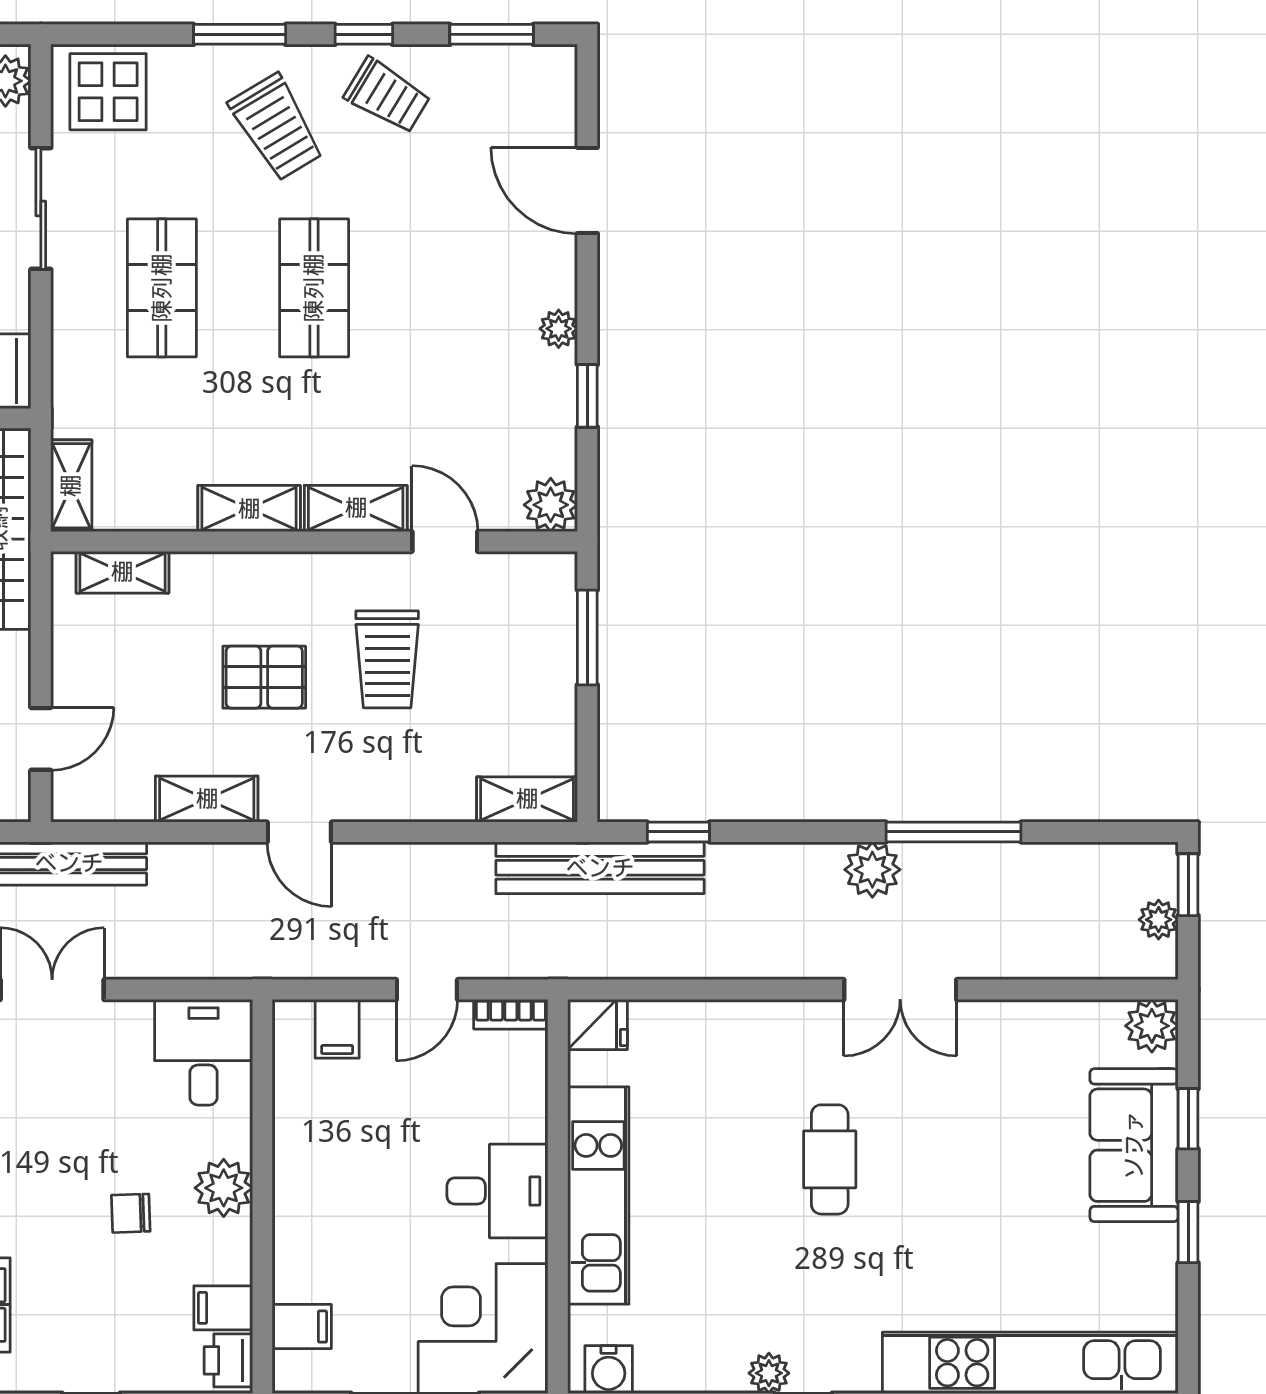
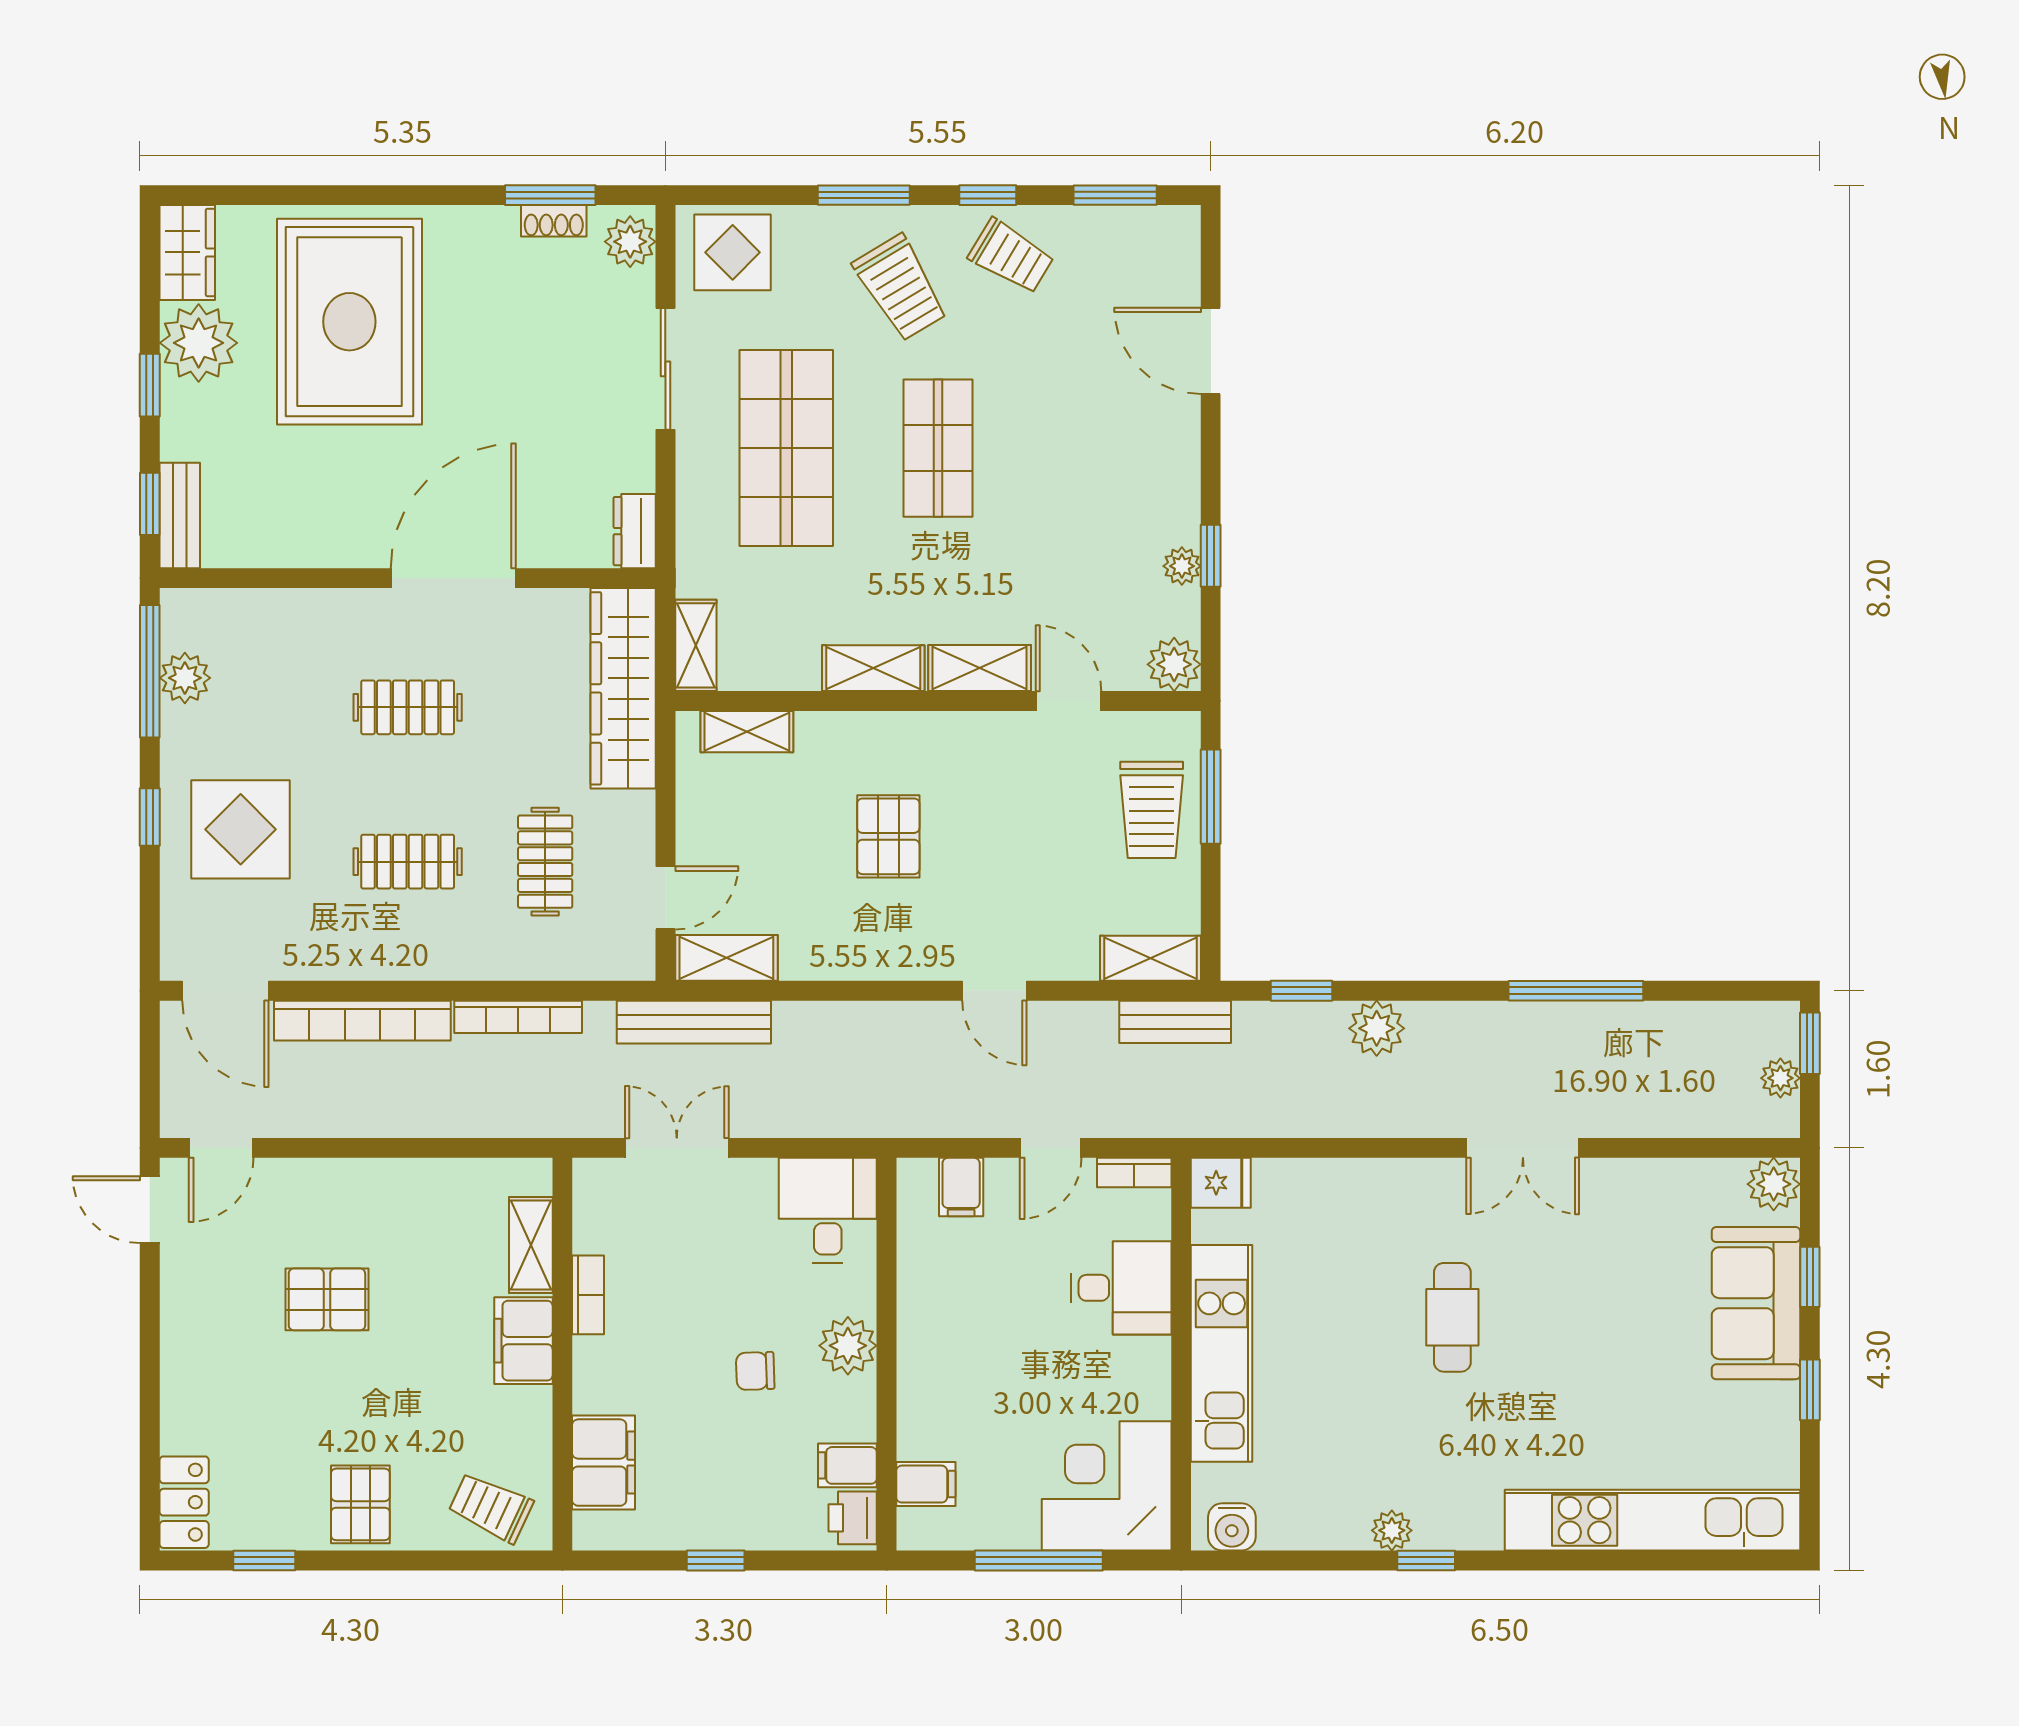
shop shelf: (162, 288) -> (786, 448), width x1.43, depth x1.36
plant: (559, 329) -> (1182, 566), moved
trolley: (387, 659) -> (1152, 810), moved
pallet: (264, 677) -> (888, 836), turned 90
shelving: (207, 799) -> (726, 958), moved
door: (299, 832) -> (994, 991), moved
bench: (600, 868) -> (1175, 1022), width x0.54, depth x0.82
plant: (872, 870) -> (1377, 1028), moved
desk: (497, 1191) -> (1121, 1288), moved

